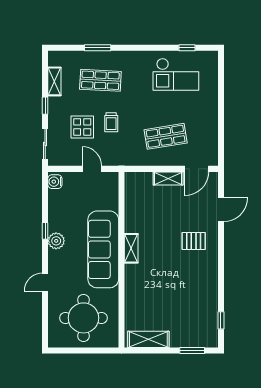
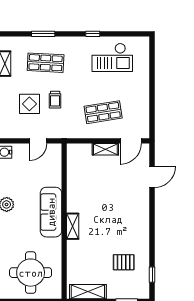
window: (187, 48) -> (93, 34), moved
door: (92, 169) -> (38, 141), swing flipped
pallet: (194, 241) -> (124, 262), moved
shelving: (131, 248) -> (73, 226), moved
sofa: (103, 249) -> (51, 212), width x0.74, depth x0.79

